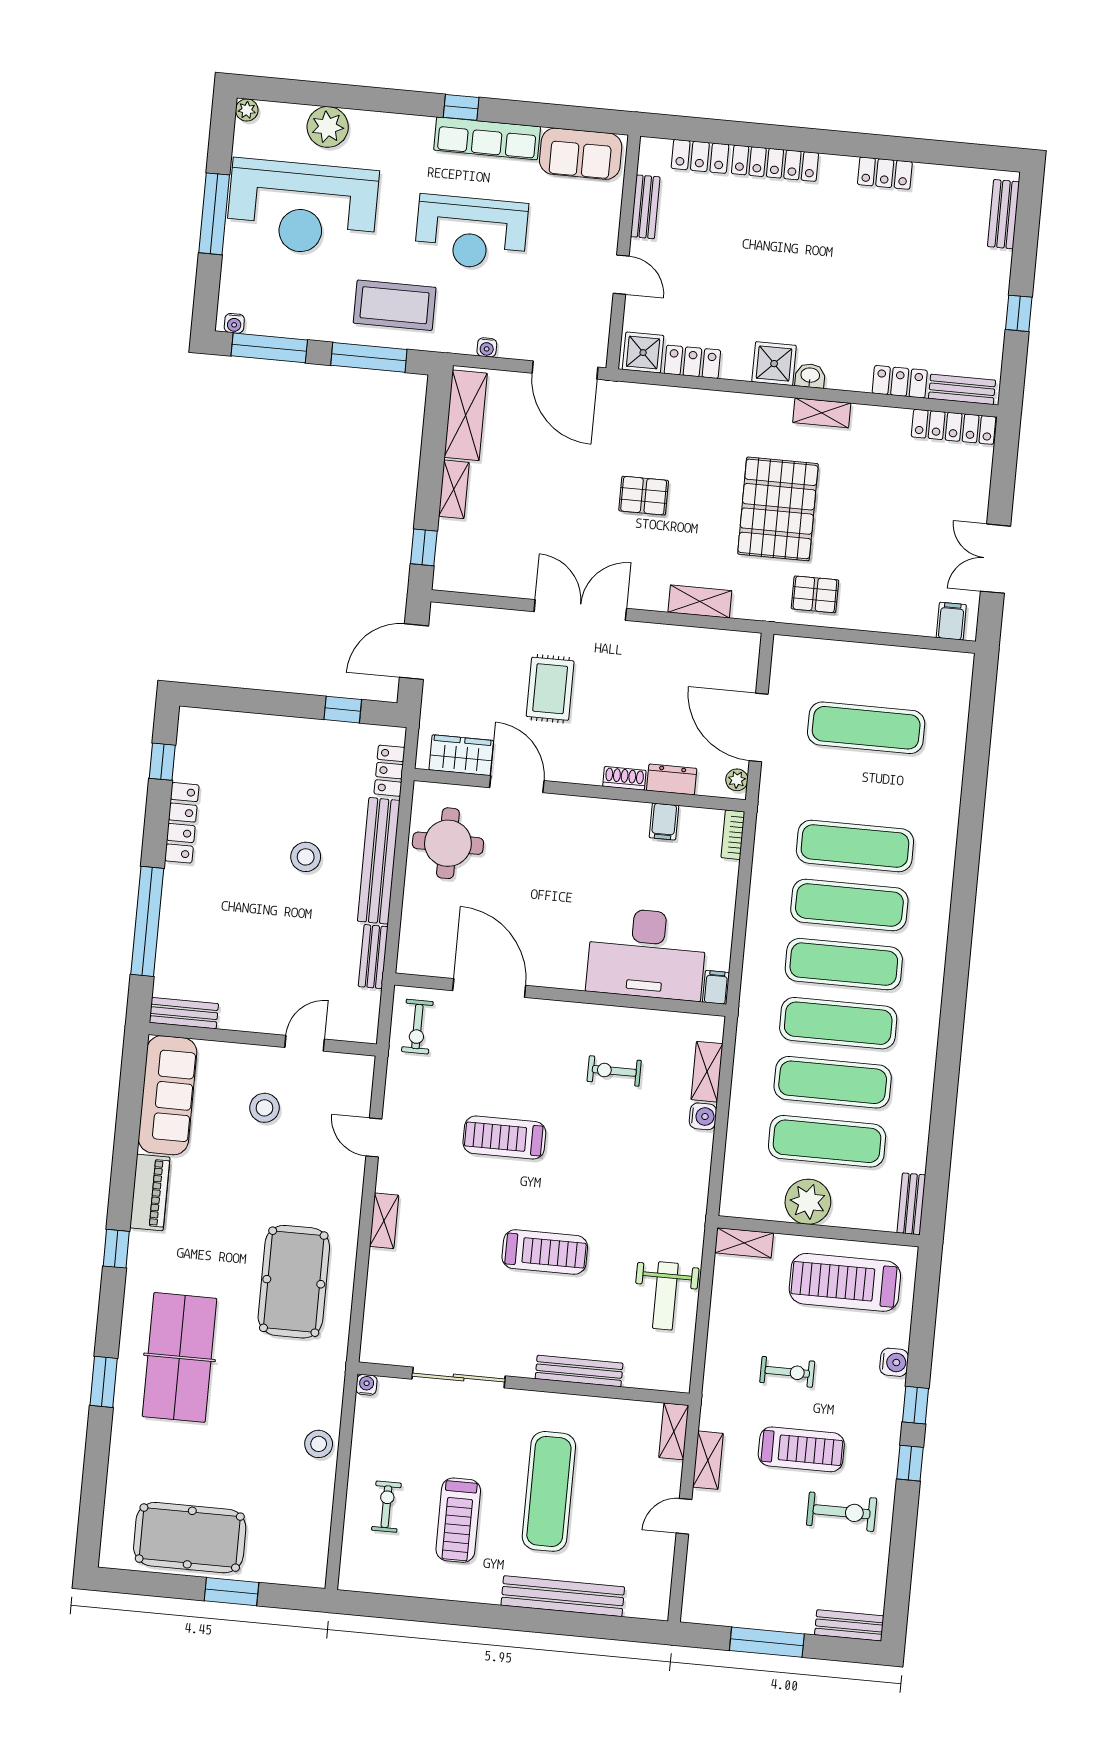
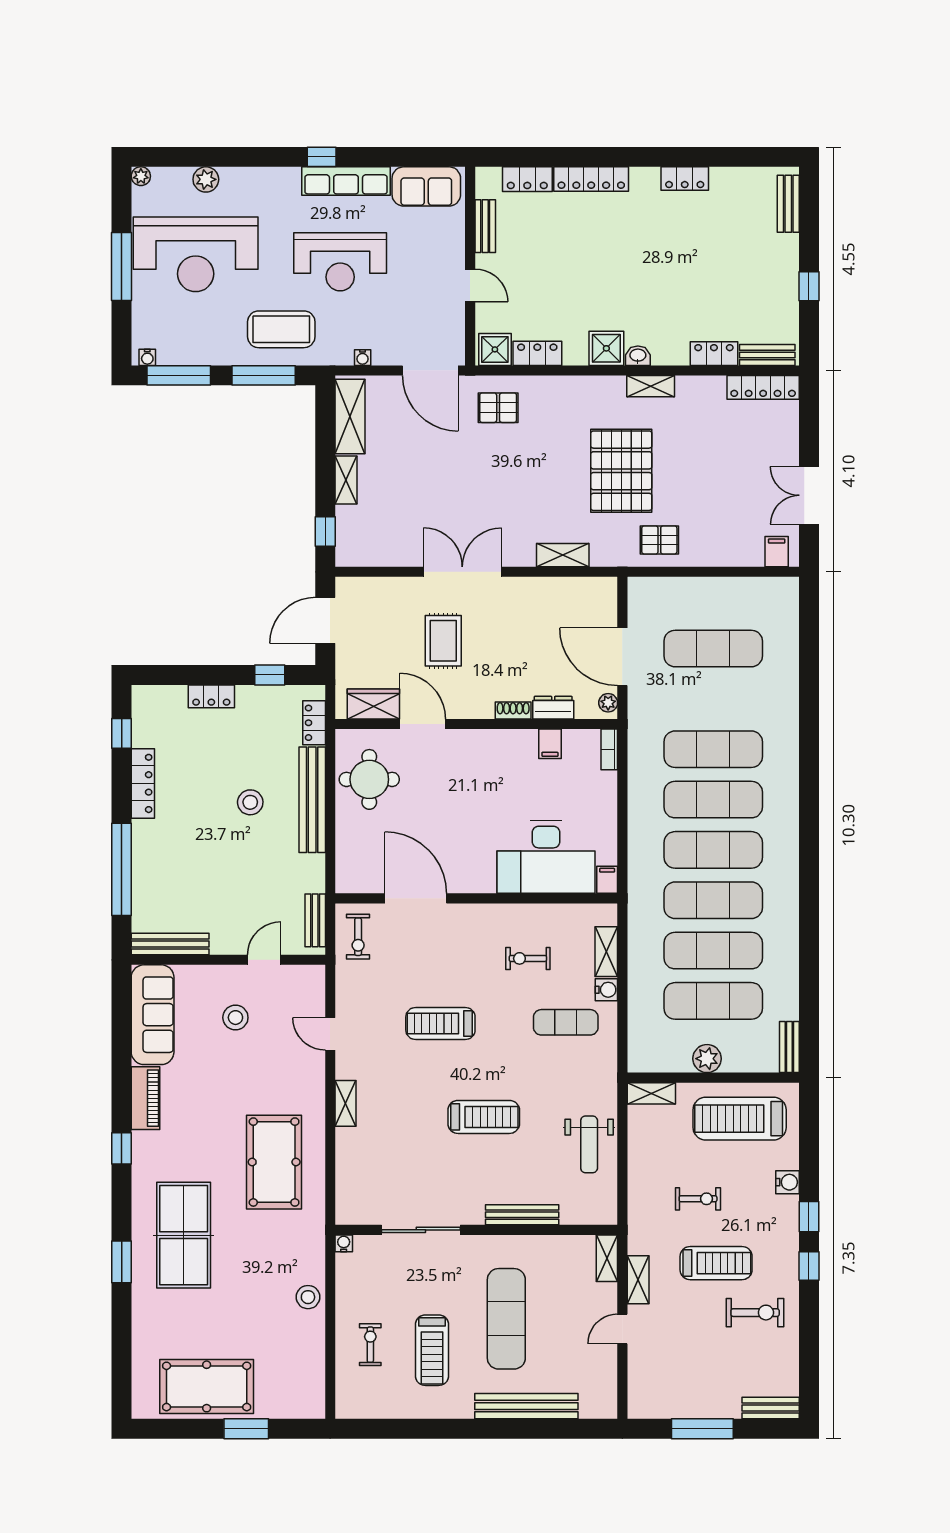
plant: (328, 127) -> (206, 179), width x0.73, depth x0.73
pallet: (644, 496) -> (498, 408), moved
locker: (272, 728) -> (211, 696), added
bench: (373, 957) -> (315, 920), moved
bench: (184, 1013) -> (170, 944), width x1.36
exercise mat: (652, 1150) -> (566, 1022), added
plant: (808, 1202) -> (707, 1059), width x0.73, depth x0.73

